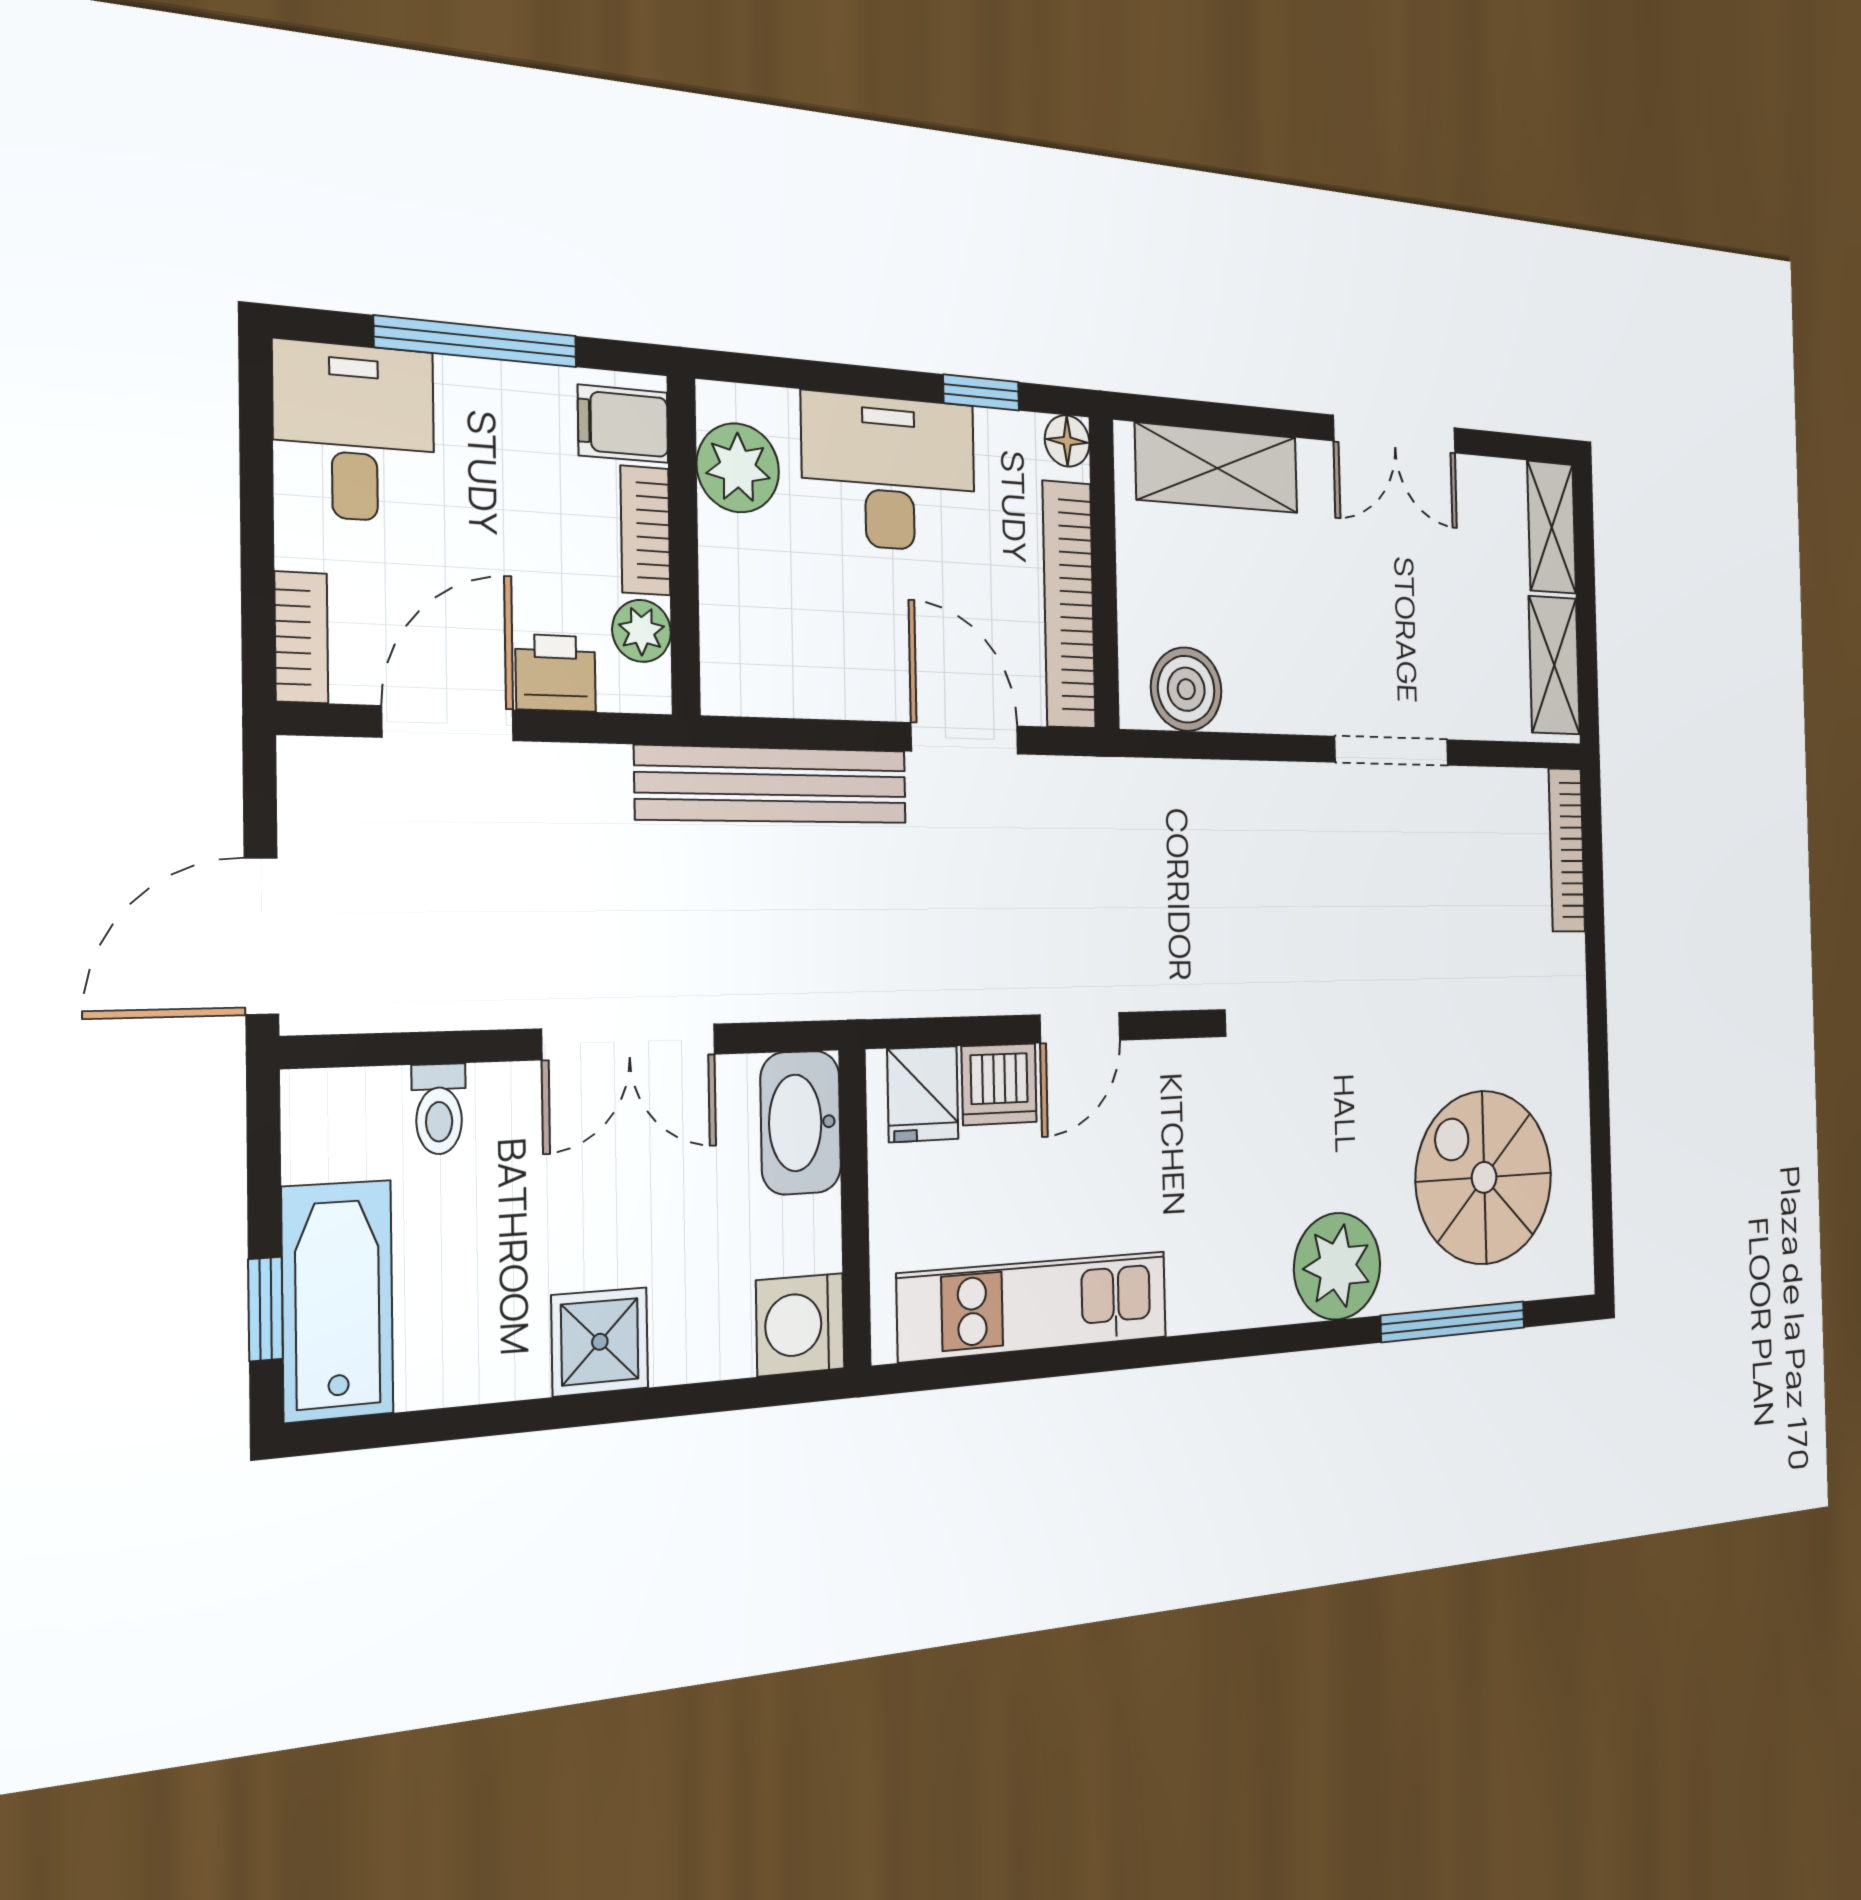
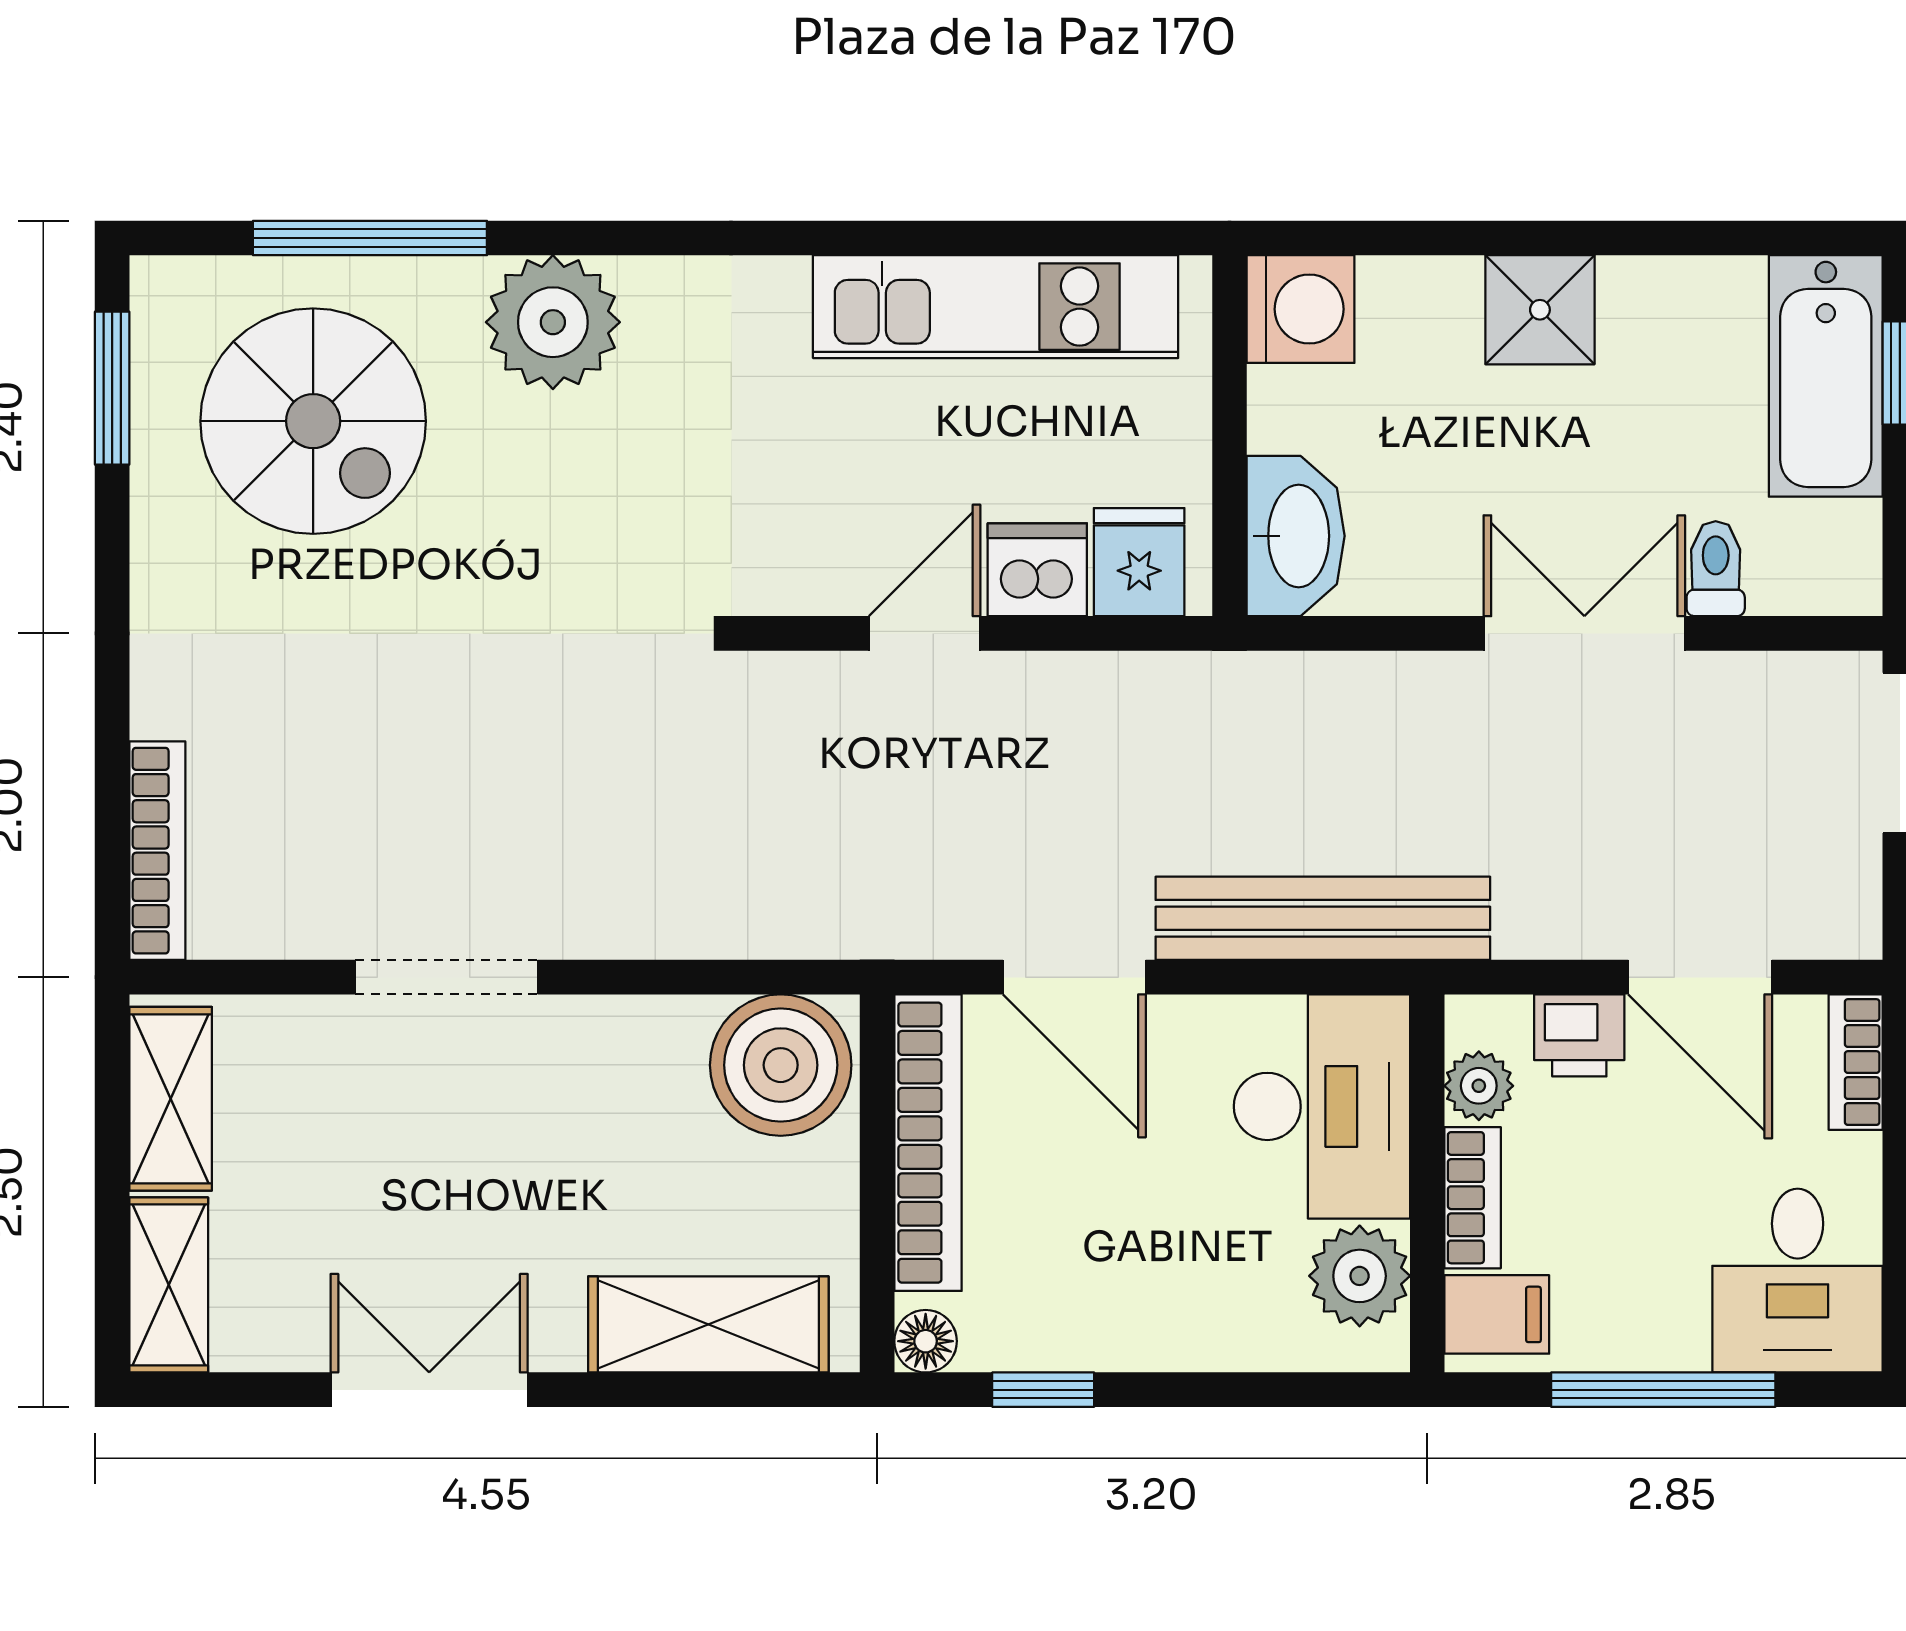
desk: (889, 473) -> (1322, 1106), moved, turned -90
boiler: (1186, 689) -> (781, 1065), width x1.37, depth x1.37
door: (448, 723) -> (1700, 977), hinge flipped
double door: (629, 1042) -> (1584, 633), moved
window: (1602, 1194) -> (112, 388), added

